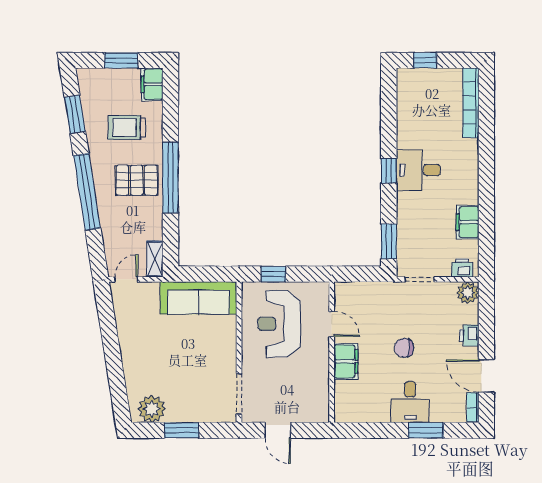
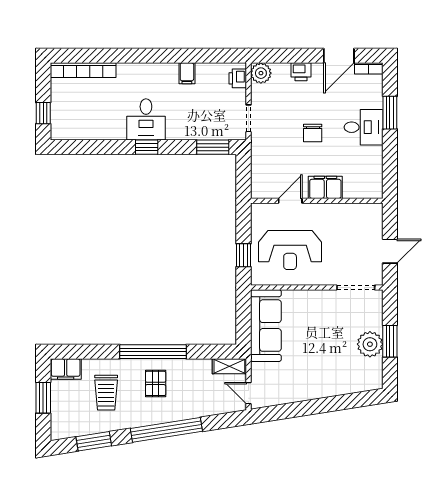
pallet: (137, 180) -> (156, 383), width x0.67, depth x0.71
filing cabinet: (468, 222) -> (187, 73), width x0.50
plant: (152, 409) -> (370, 344), moved

